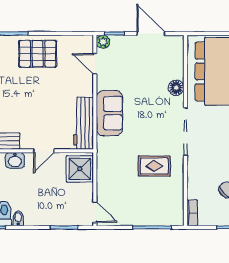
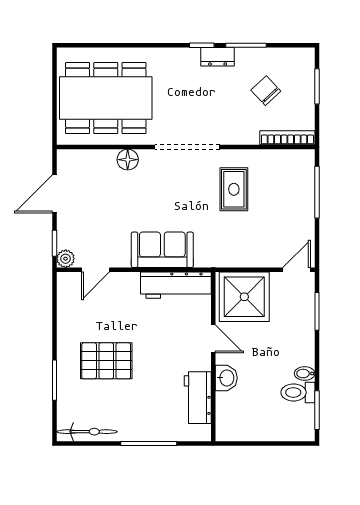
pallet: (38, 54) -> (106, 361), moved, turned 90
shower: (80, 169) -> (244, 297), width x1.37, depth x1.37
bookcase: (192, 213) -> (287, 138), width x1.56

